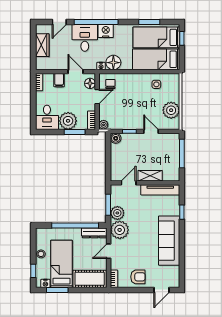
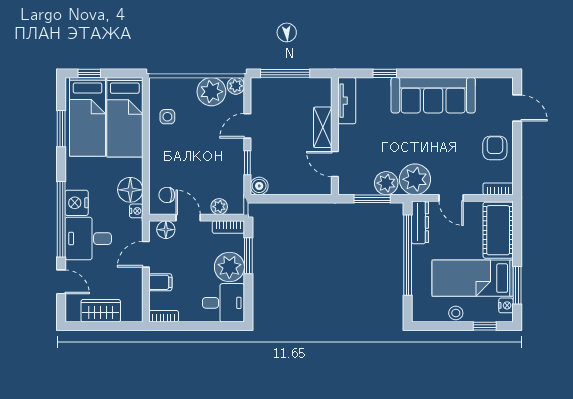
plant: (104, 125) -> (219, 207), moved
plant: (175, 125) -> (236, 86), added
tv unit: (160, 190) -> (347, 101), width x0.71

